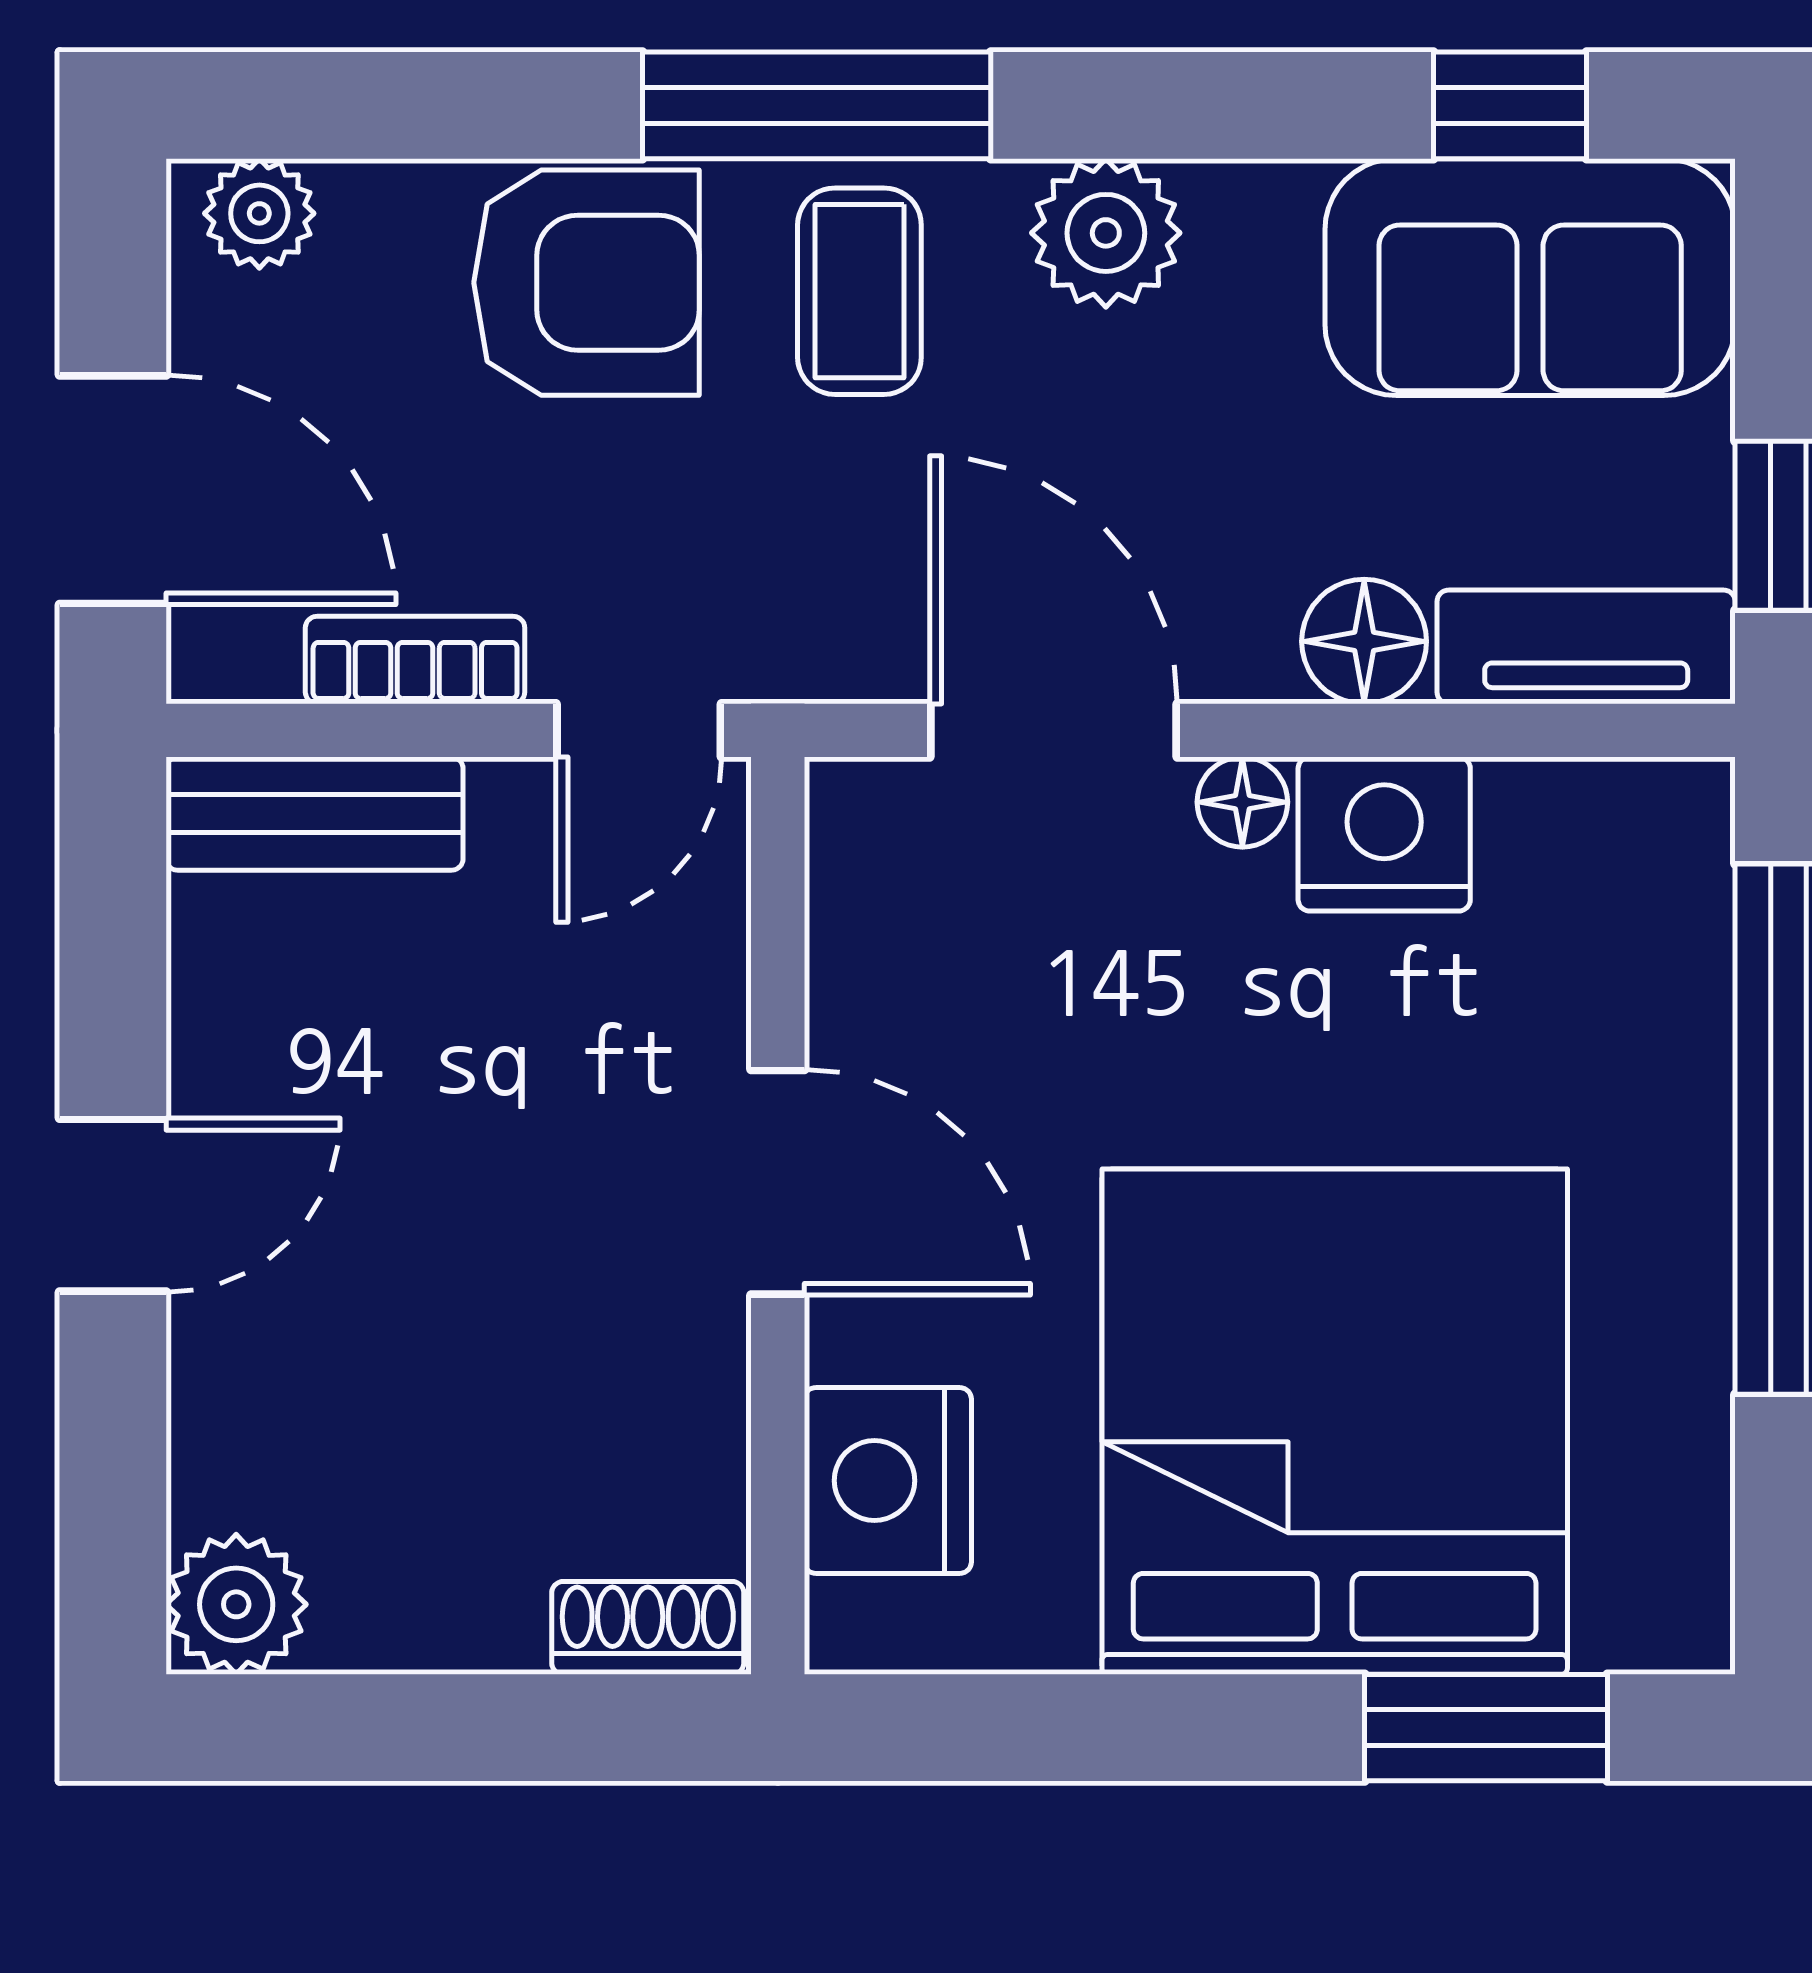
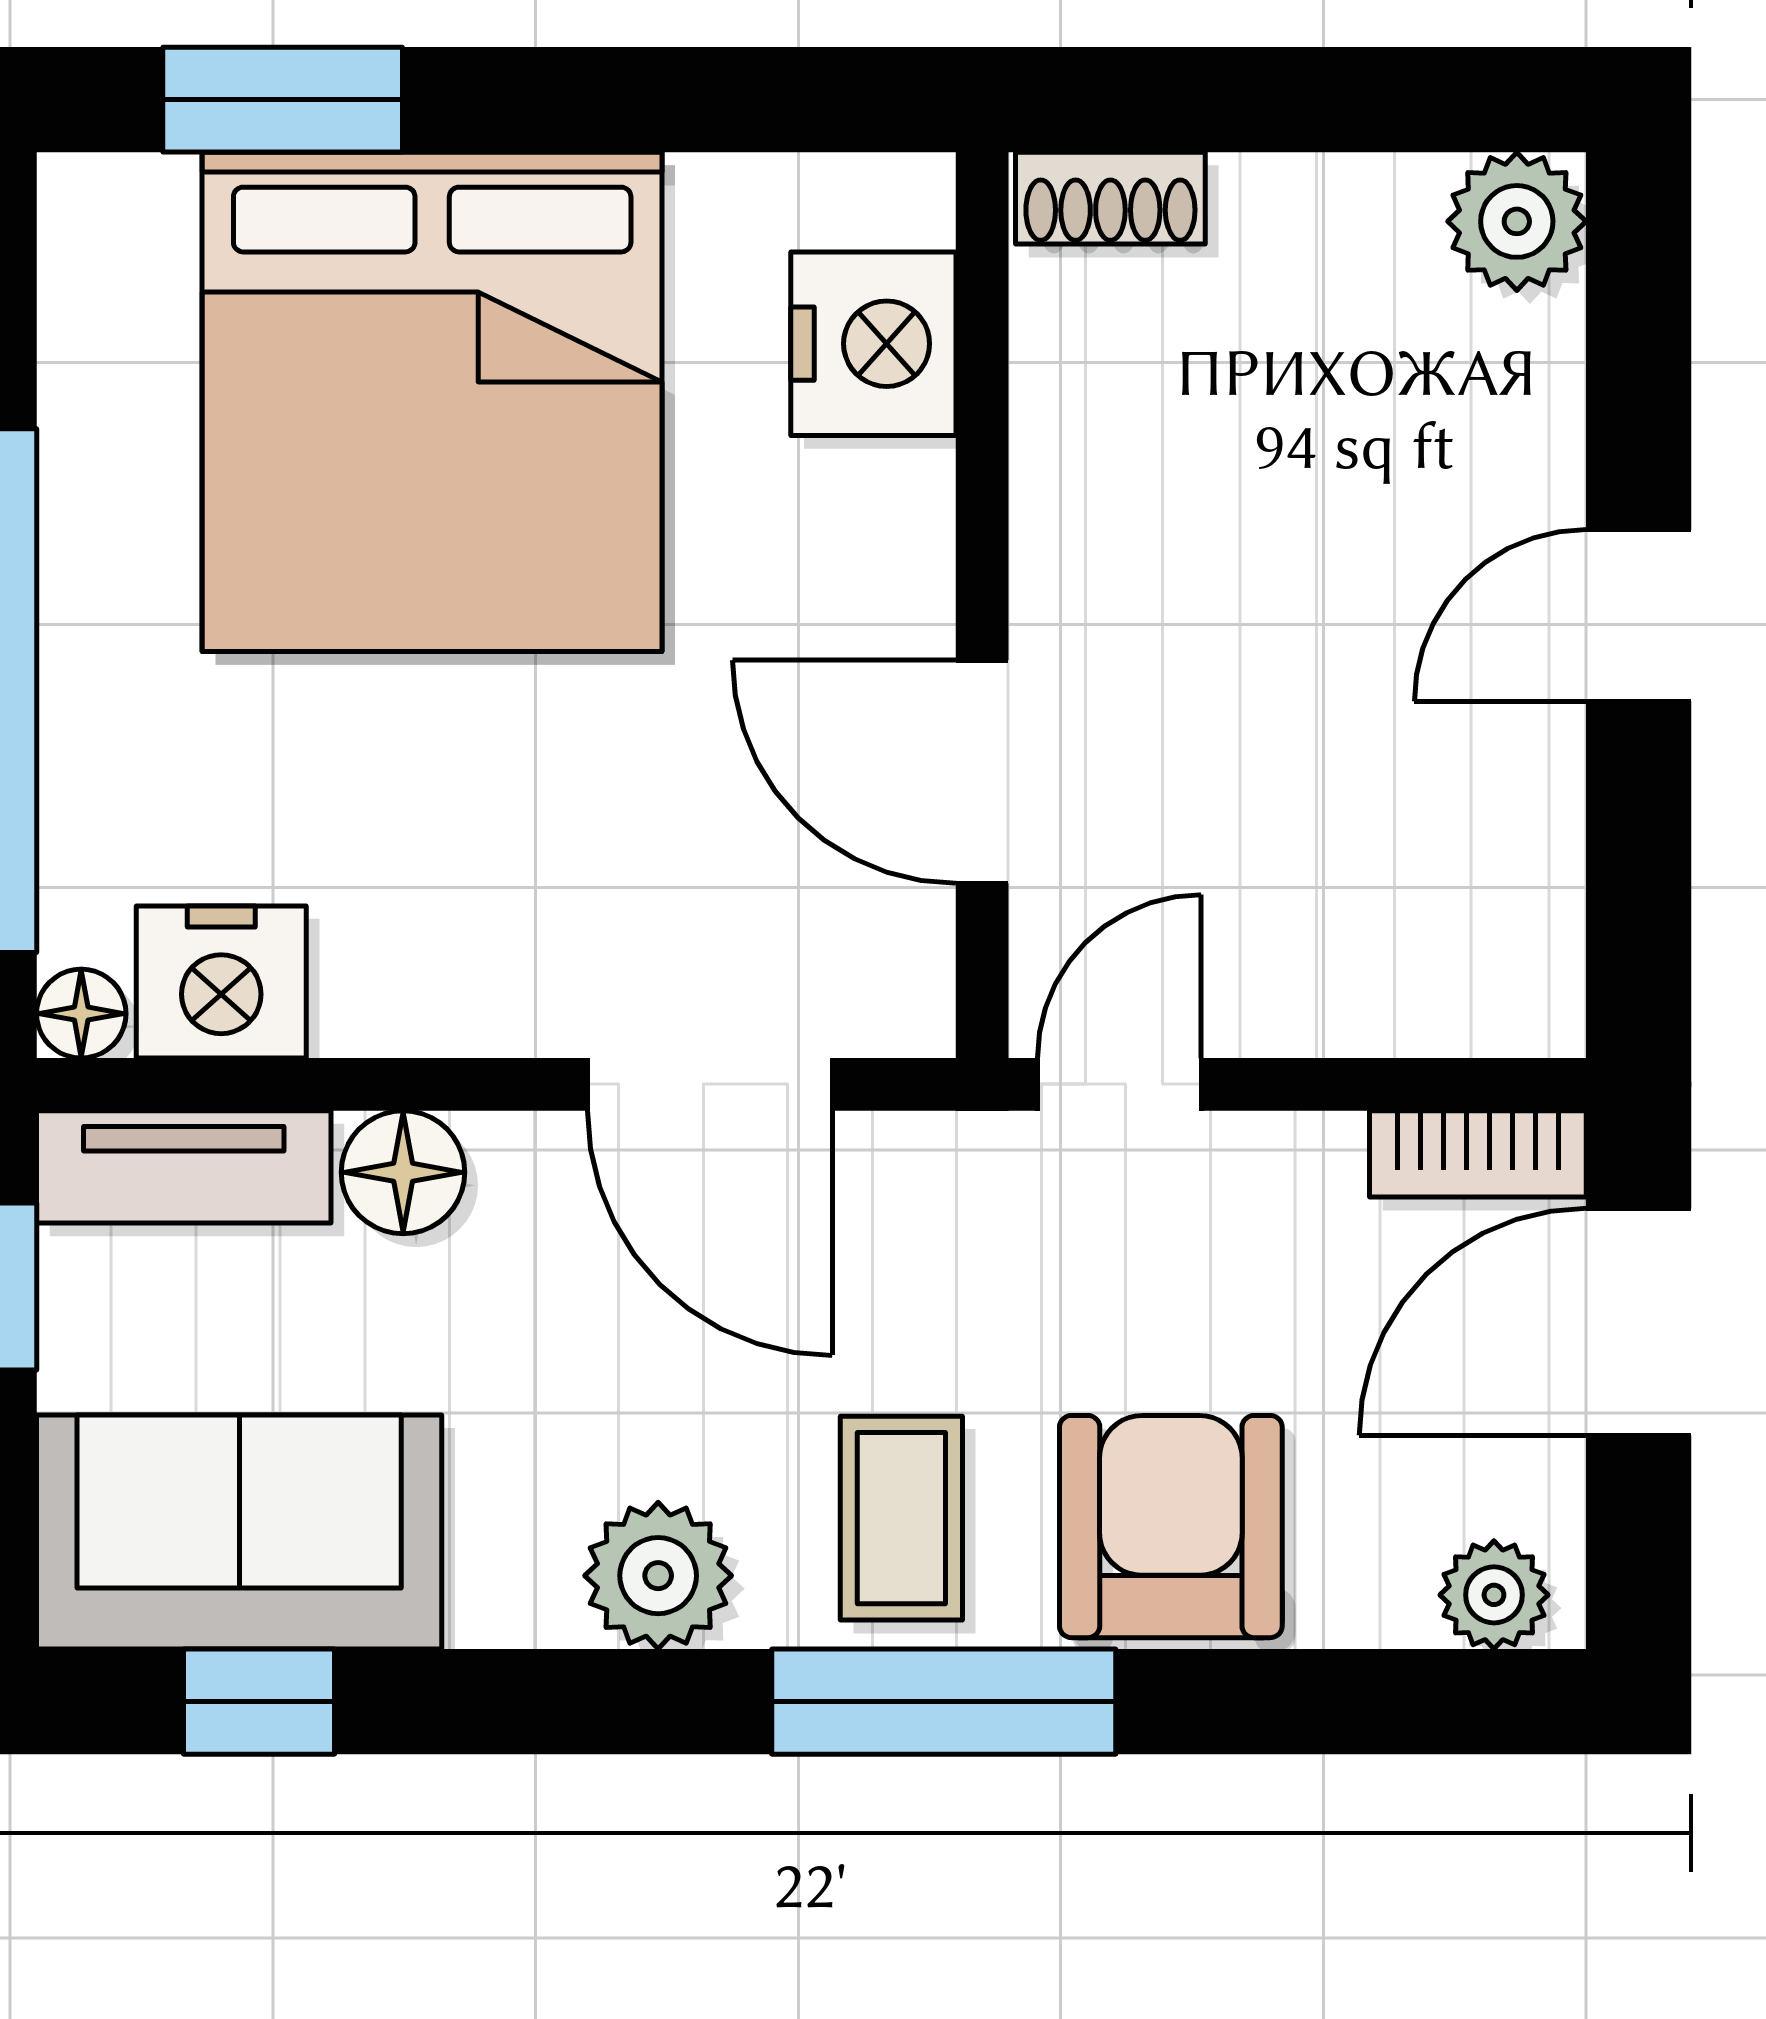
armchair: (587, 283) -> (1171, 1527), turned 90
door: (113, 490) -> (1639, 1322), hinge flipped
bookcase: (415, 660) -> (1478, 1154), moved
floor lamp: (1242, 802) -> (81, 1014), moved
bench: (315, 814) -> (1439, 1002), removed
nightstand: (1384, 834) -> (221, 982), moved
door: (778, 1182) -> (982, 772), moved

